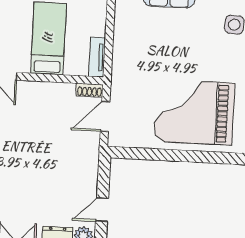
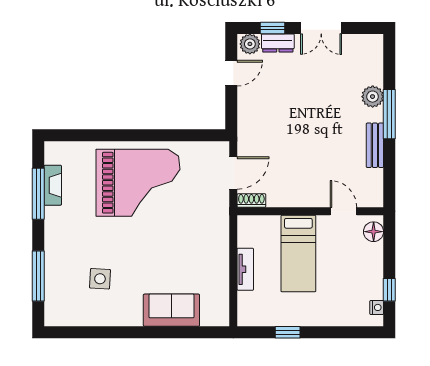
tv unit: (97, 57) -> (245, 269), moved

